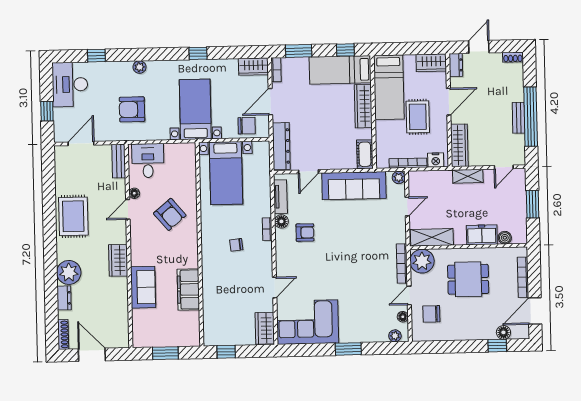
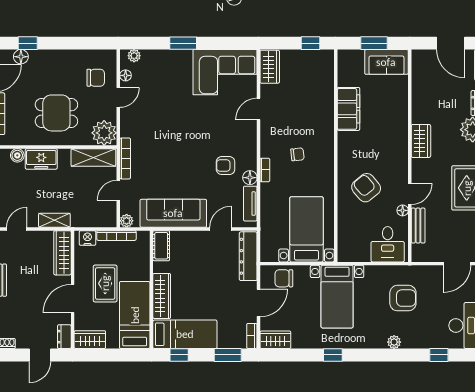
bench: (119, 161) -> (418, 226), moved
bookcase: (402, 264) -> (125, 158), moved
sofa: (143, 287) -> (386, 62), moved, turned -90

